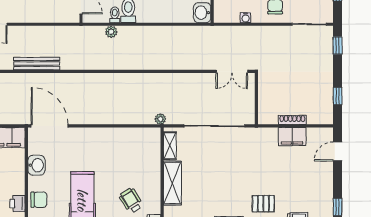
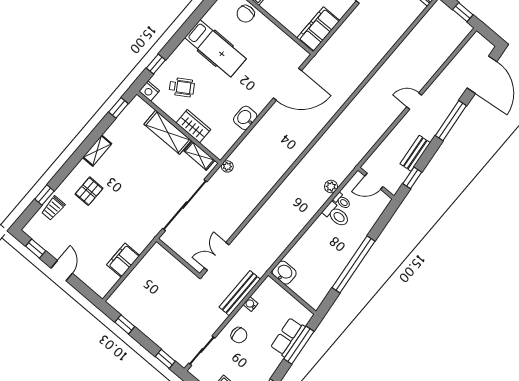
bench: (37, 64) -> (240, 293), moved
shoe rack: (292, 120) -> (137, 272), removed
door: (50, 126) -> (288, 84), moved
door: (338, 151) -> (62, 271), moved
washbasin: (36, 165) -> (245, 118), moved, turned 90
wardrobe: (152, 168) -> (193, 126), added

